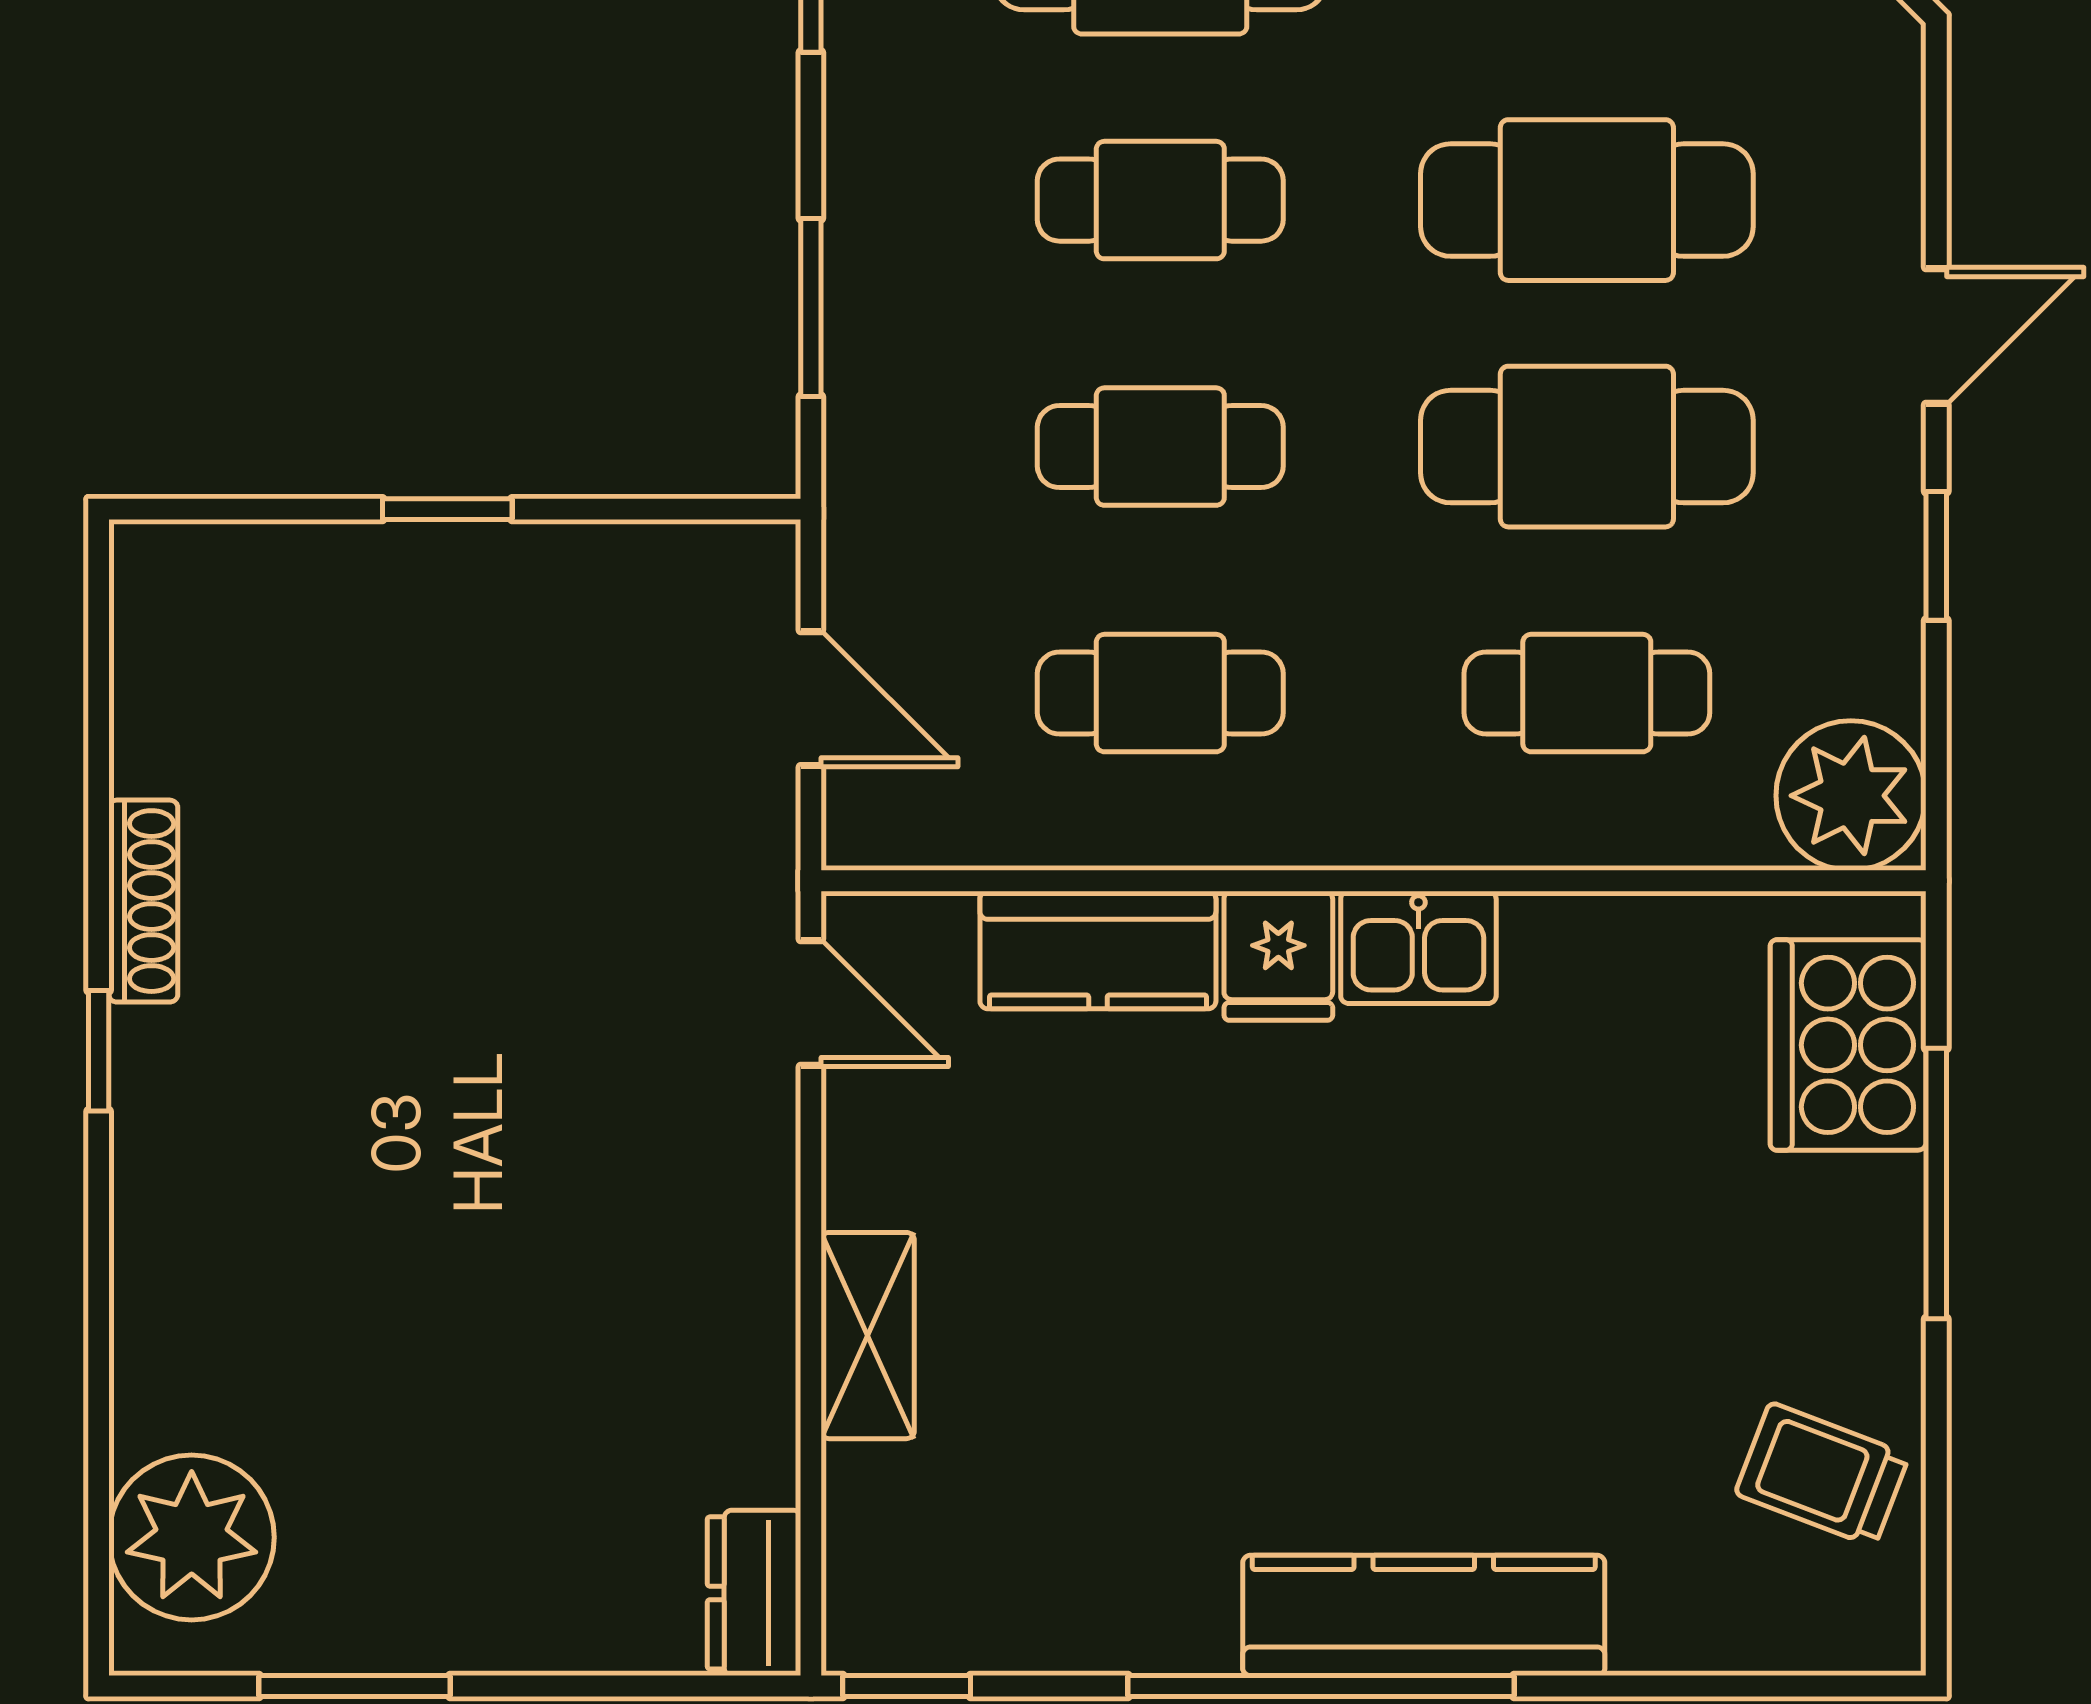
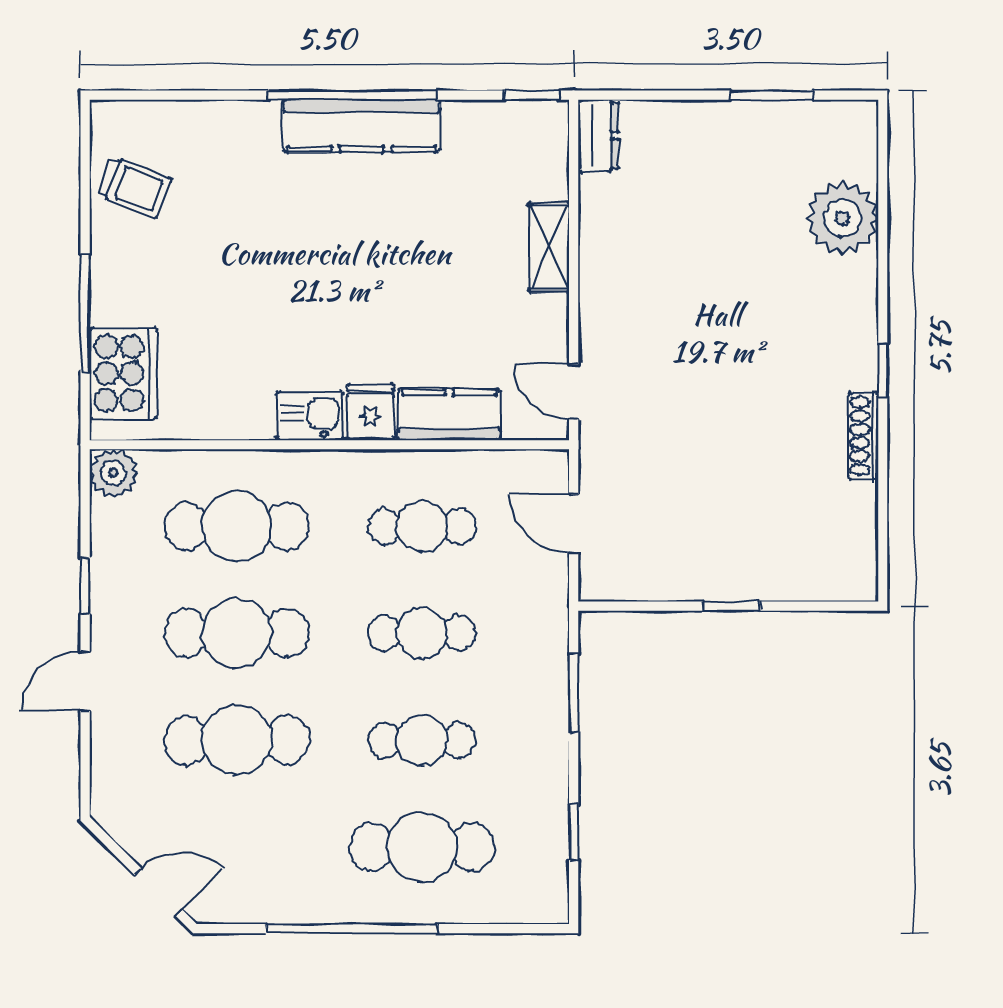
cafe table: (1587, 693) -> (237, 526), width x1.37, depth x1.35
plant: (1851, 796) -> (113, 473), width x0.73, depth x0.73
plant: (192, 1537) -> (842, 218), moved
kitchen counter: (1424, 1615) -> (362, 126), moved

